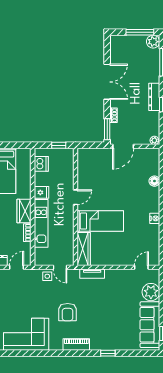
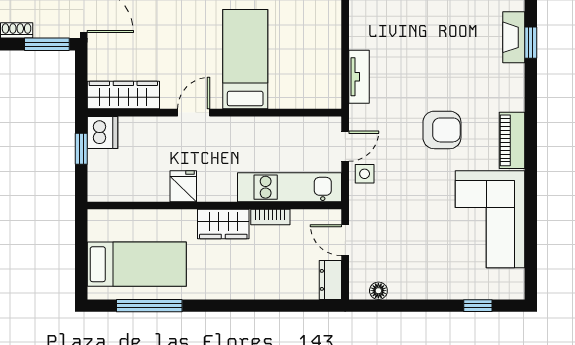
dishwasher: (41, 164) -> (103, 132), moved, turned 90
door: (76, 197) -> (194, 113), hinge flipped
kitchen unit: (41, 223) -> (289, 187), moved
wardrobe: (84, 249) -> (123, 95), moved
piano: (76, 344) -> (512, 140), moved
fireplace: (110, 345) -> (514, 37), added

